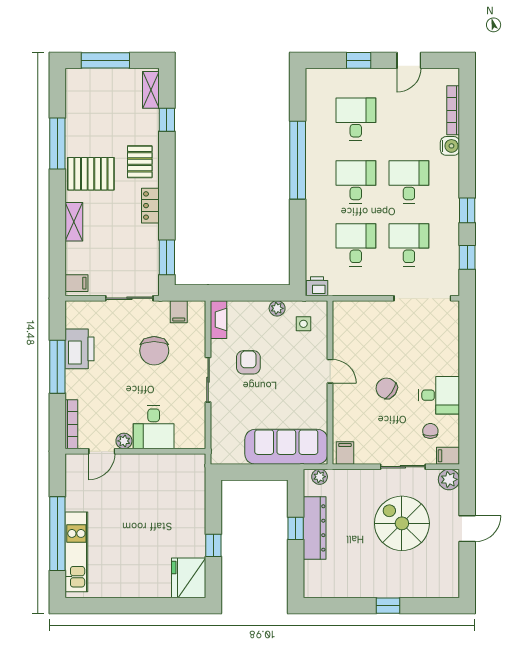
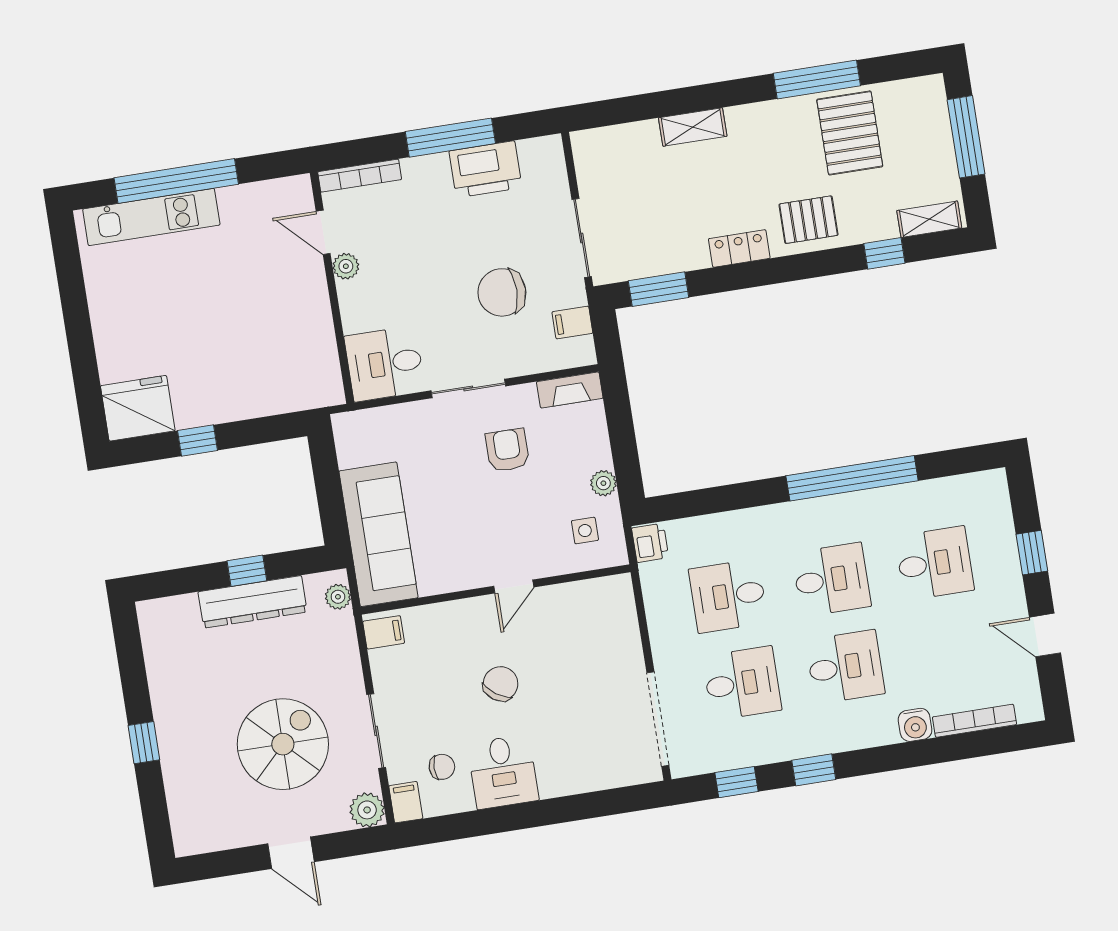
pallet: (91, 174) -> (850, 133), moved
desk: (356, 245) -> (728, 596), turned 180
filing cabinet: (76, 283) -> (593, 147), removed
armchair: (248, 362) -> (507, 450), turned -90
desk: (154, 427) -> (385, 364), moved

